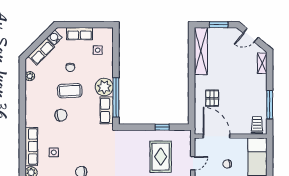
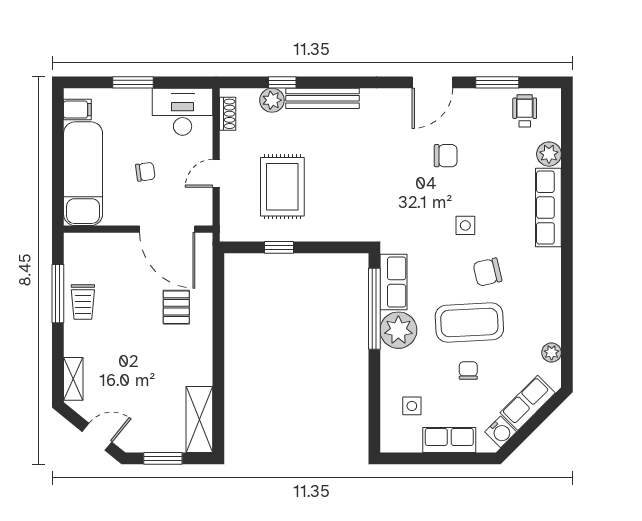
shelving: (201, 51) -> (199, 420), width x0.68
coffee table: (70, 91) -> (469, 323), width x1.36, depth x1.32
trolley: (257, 125) -> (83, 302), moved
side table: (54, 152) -> (465, 225), moved

